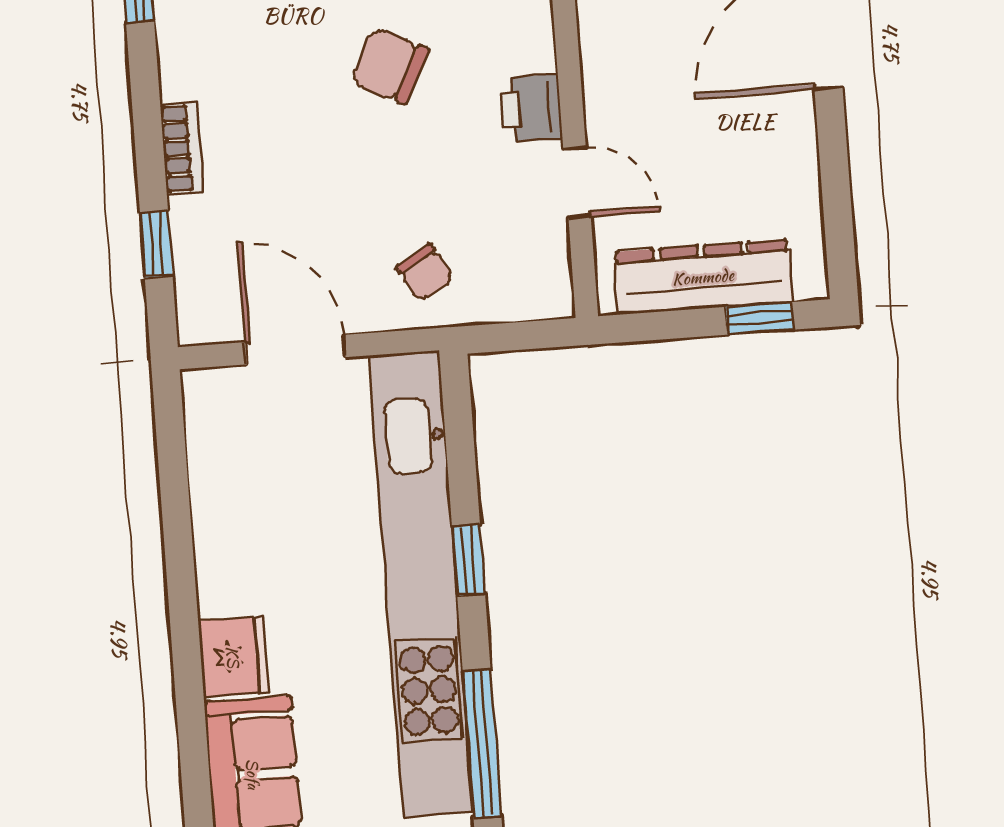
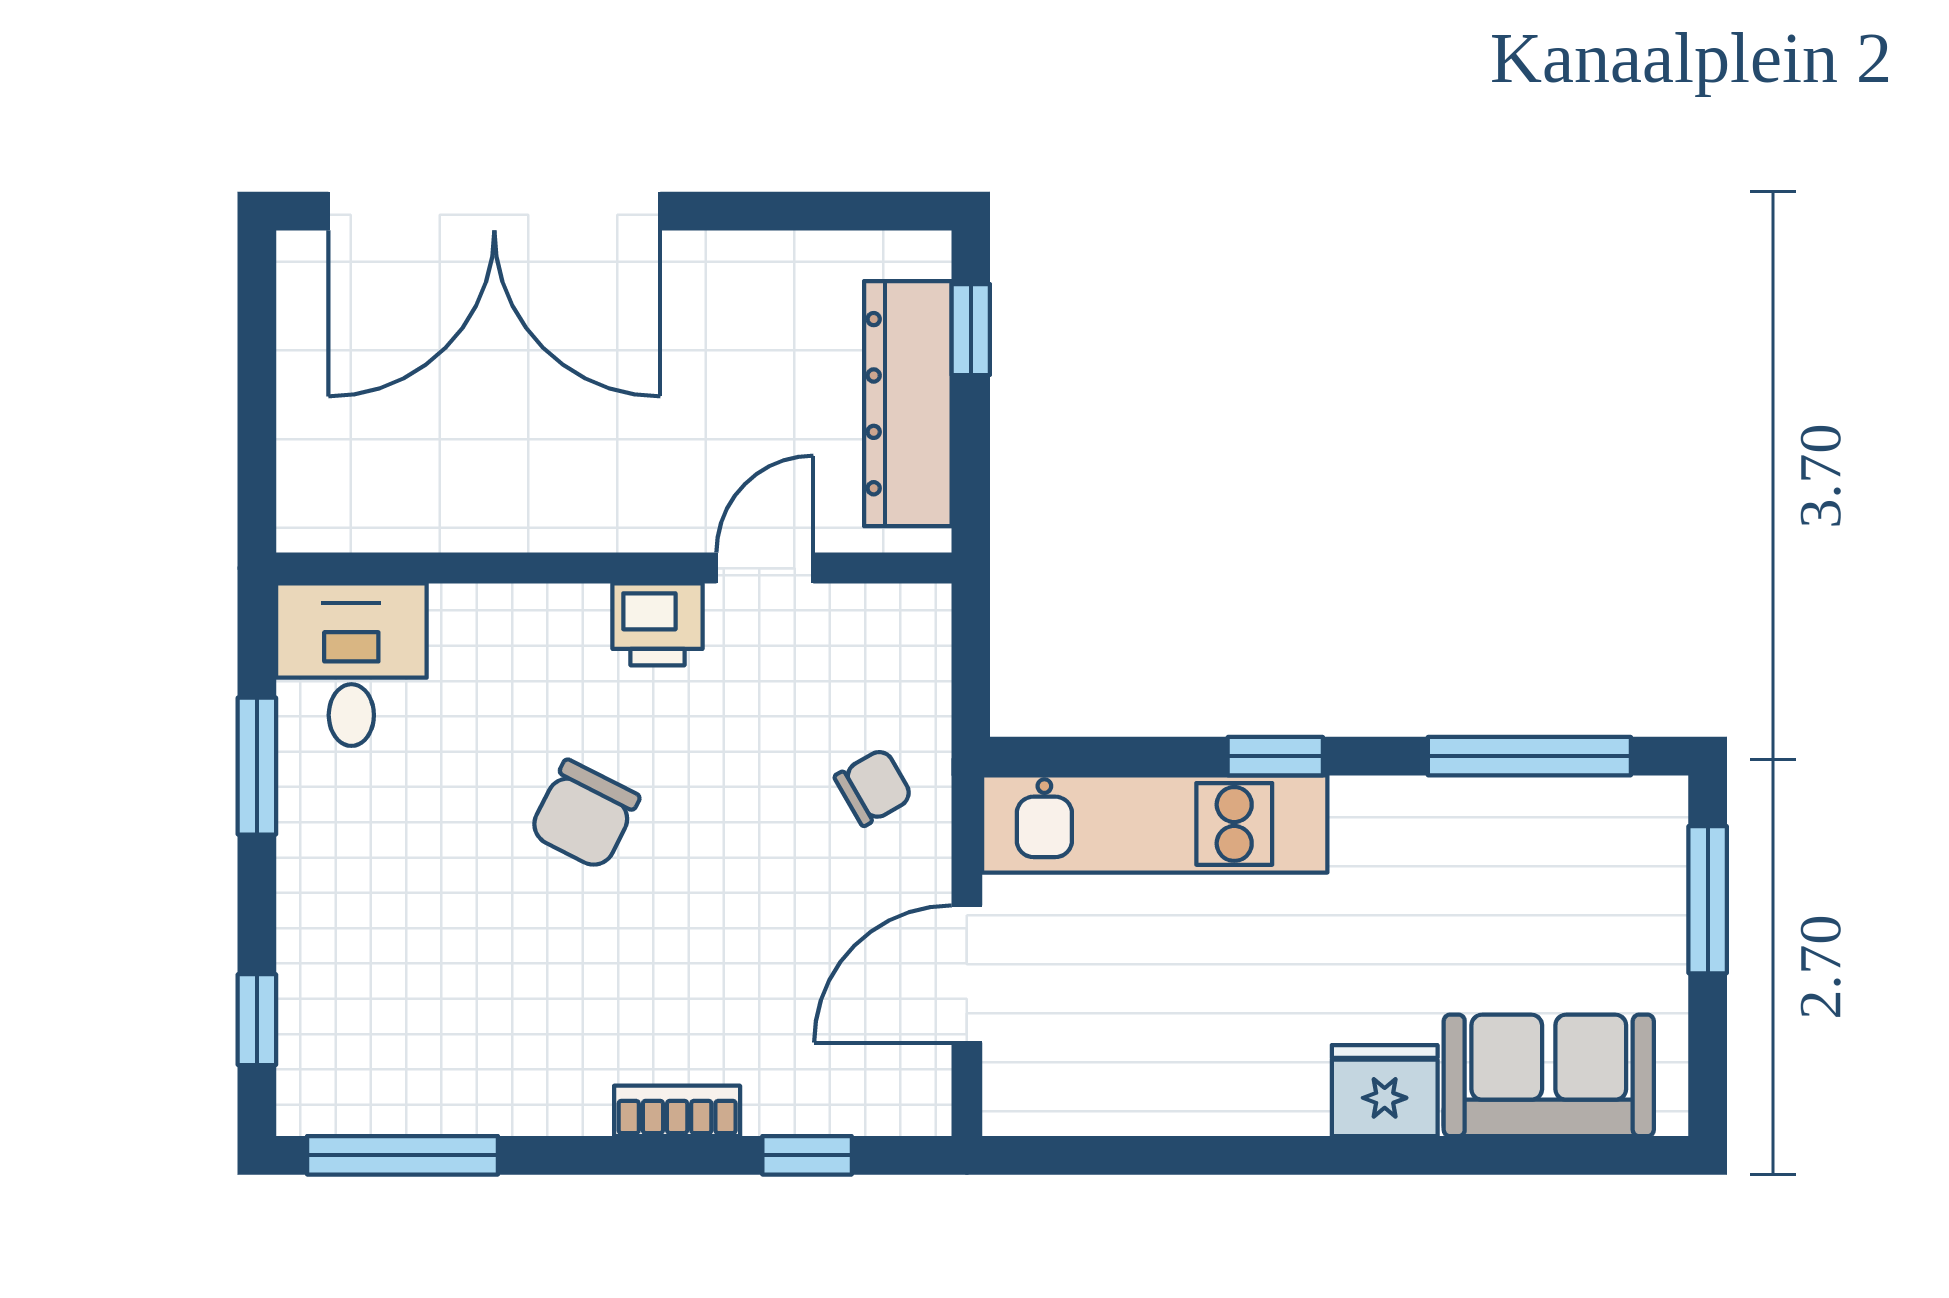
kitchen unit: (421, 584) -> (1155, 824), width x0.54

